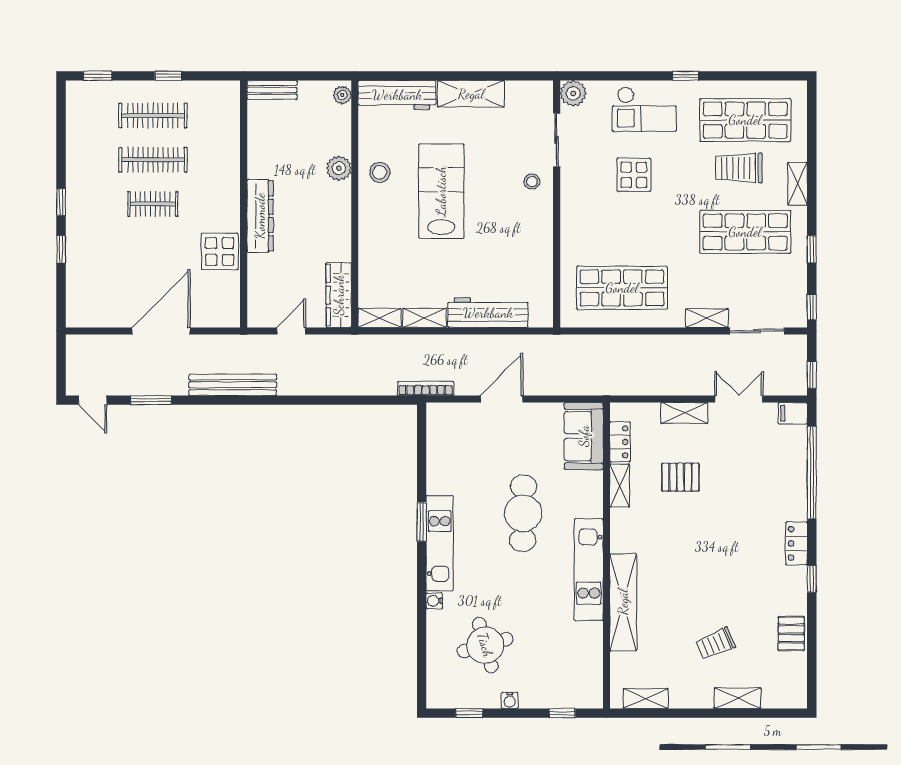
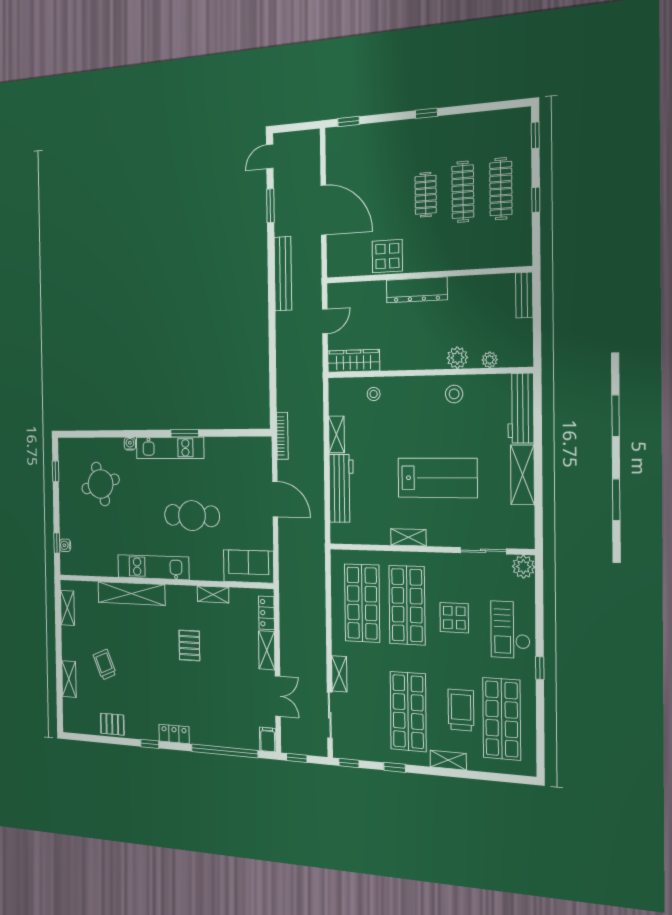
plant: (342, 95) -> (490, 360), moved
stool: (532, 182) -> (374, 394), moved
lab bench: (441, 191) -> (437, 478), moved
shop shelf: (622, 232) -> (407, 605), added
window: (61, 249) -> (349, 122), moved
shelving: (380, 318) -> (408, 537), moved, turned 90
door: (291, 331) -> (325, 321), hinge flipped
locker: (620, 442) -> (267, 613), moved, turned 90
pallet: (680, 477) -> (189, 645), moved
water cooler: (510, 700) -> (65, 545), moved

